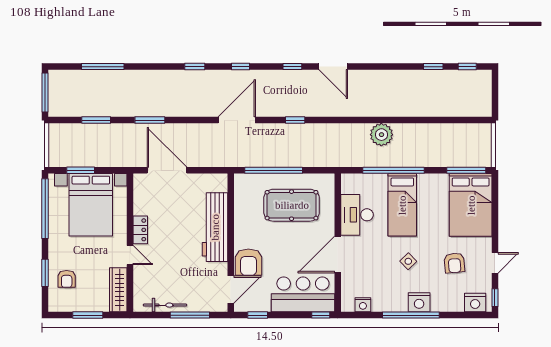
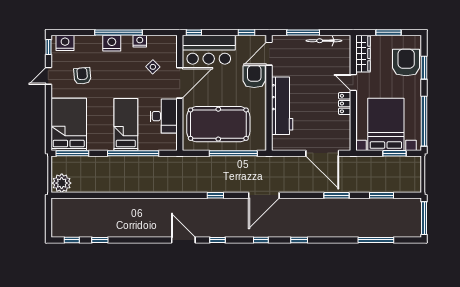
plant: (381, 135) -> (62, 183), moved
pool table: (292, 205) -> (218, 124), width x1.36, depth x1.32
side table: (408, 261) -> (153, 67), moved
armchair: (67, 279) -> (406, 63), width x1.88, depth x1.88
nightstand: (363, 305) -> (140, 41), moved

